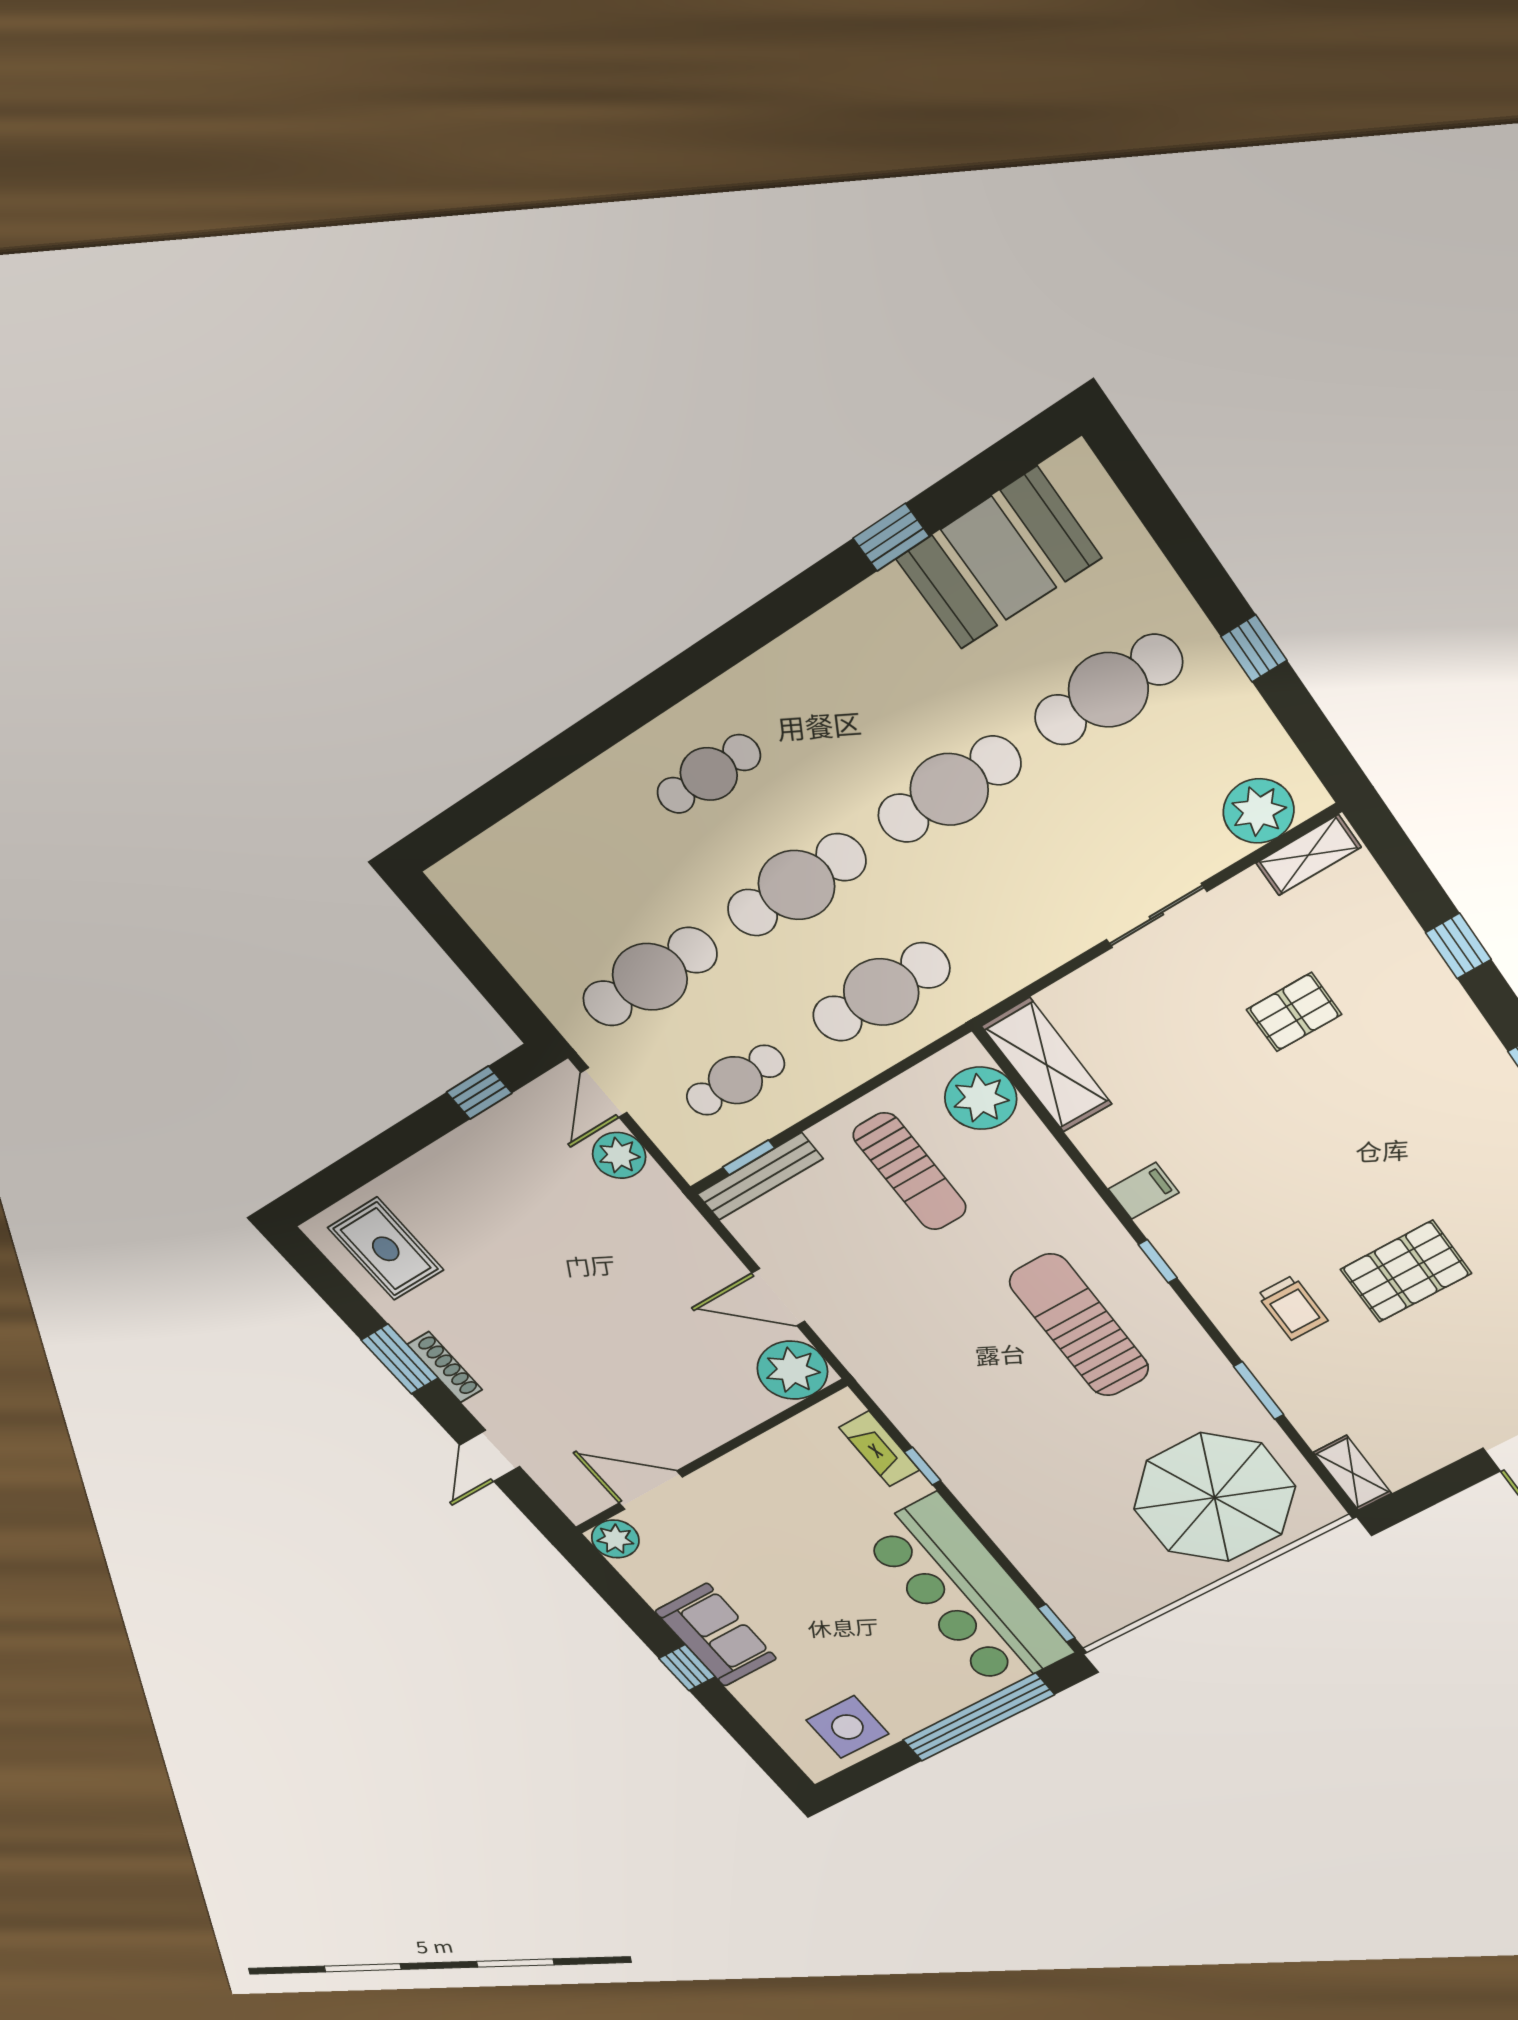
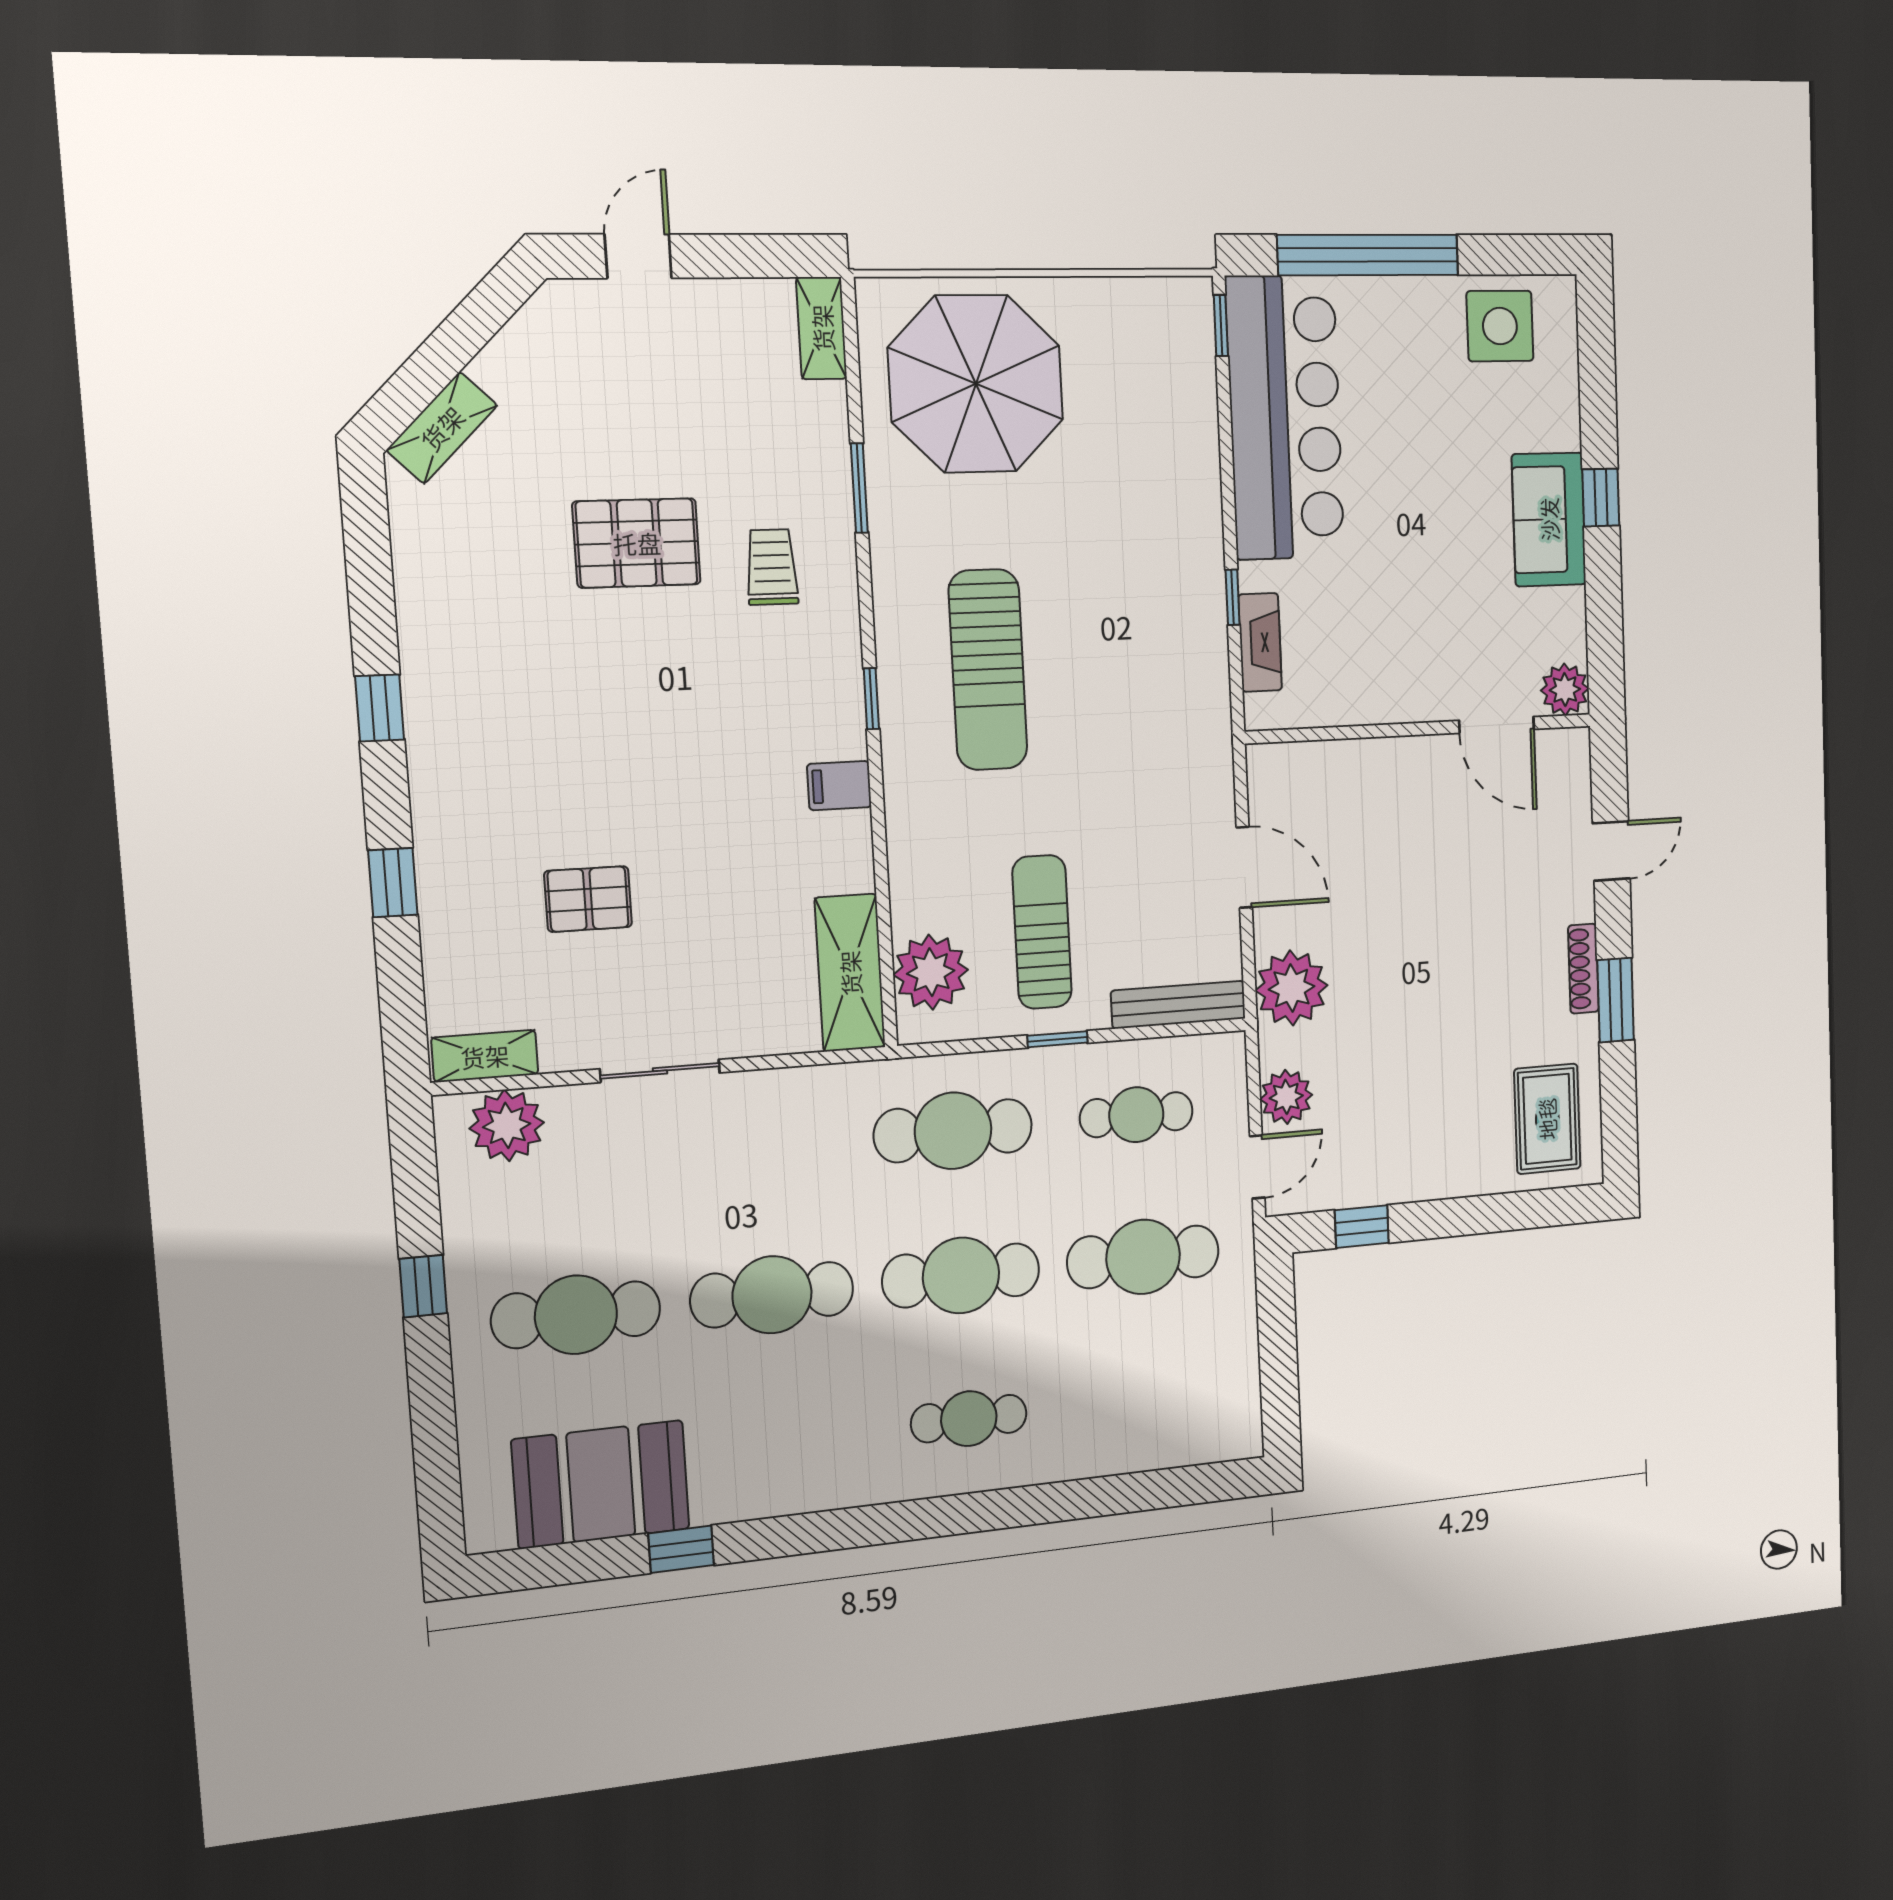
window: (749, 1157) -> (1058, 1039), moved
plant: (792, 1370) -> (1292, 988), moved

